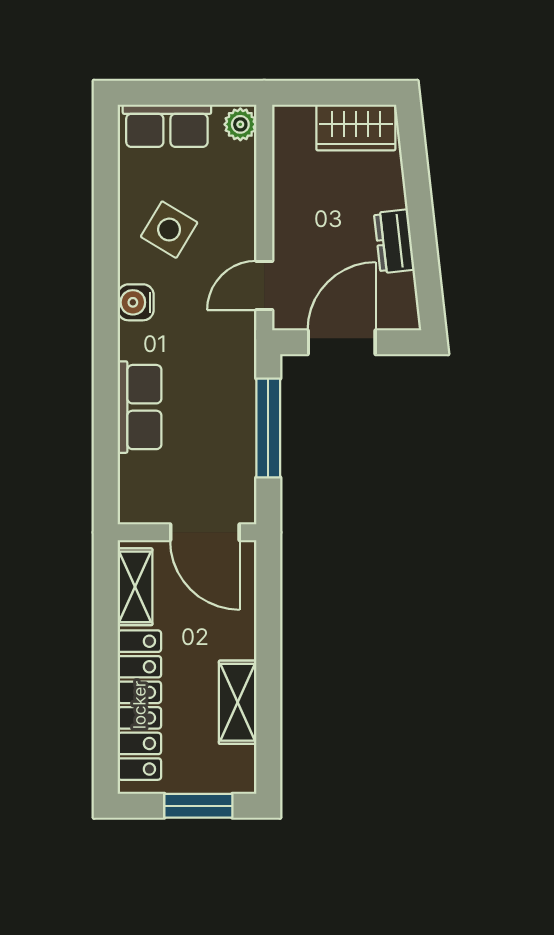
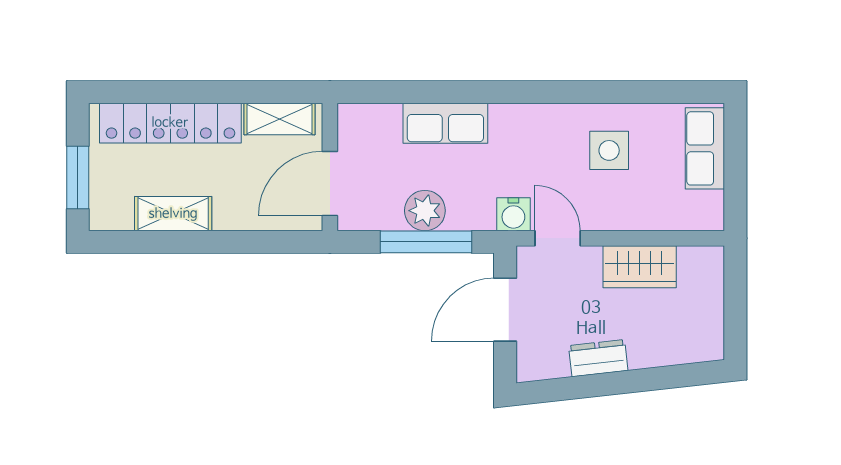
plant: (240, 124) -> (425, 211), moved, width x1.38, depth x1.38
wardrobe: (356, 127) -> (640, 267), moved, turned -90
side table: (169, 230) -> (609, 150), turned -31
water cooler: (136, 302) -> (513, 214), moved, turned 180
door: (342, 342) -> (505, 310), swing flipped

